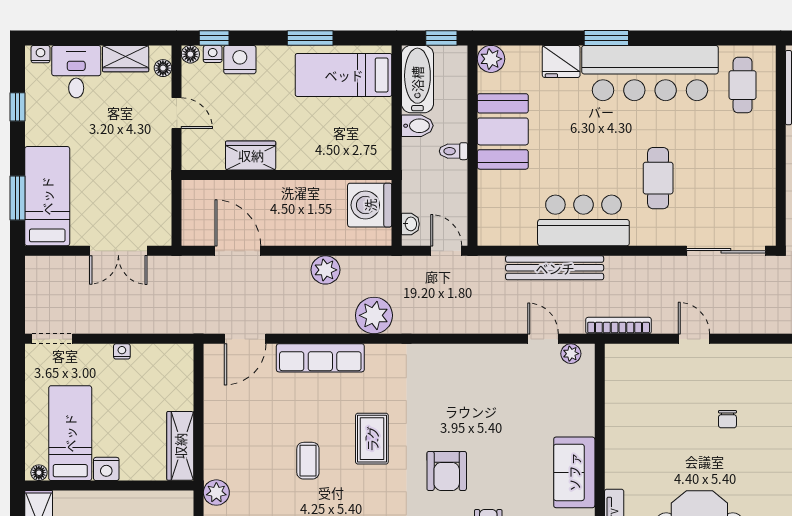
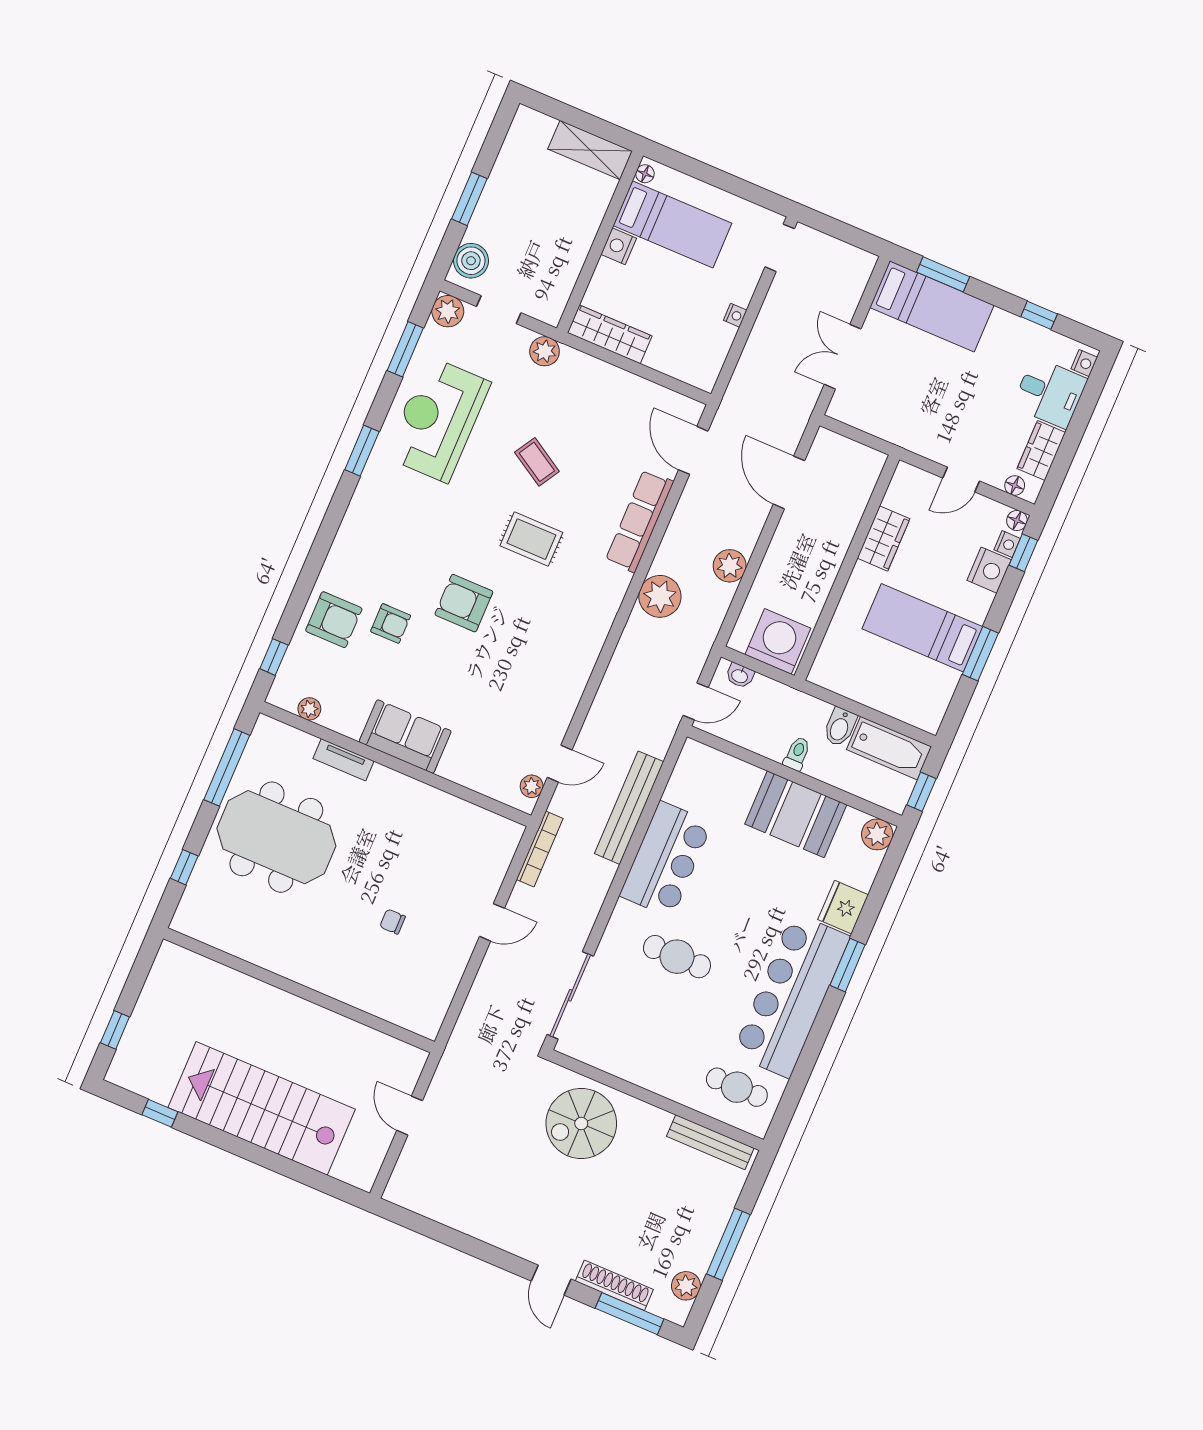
bed: (344, 75) -> (922, 628), moved, turned -90
door: (238, 251) -> (789, 482), swing flipped
coffee table: (308, 461) -> (537, 462), turned 31

